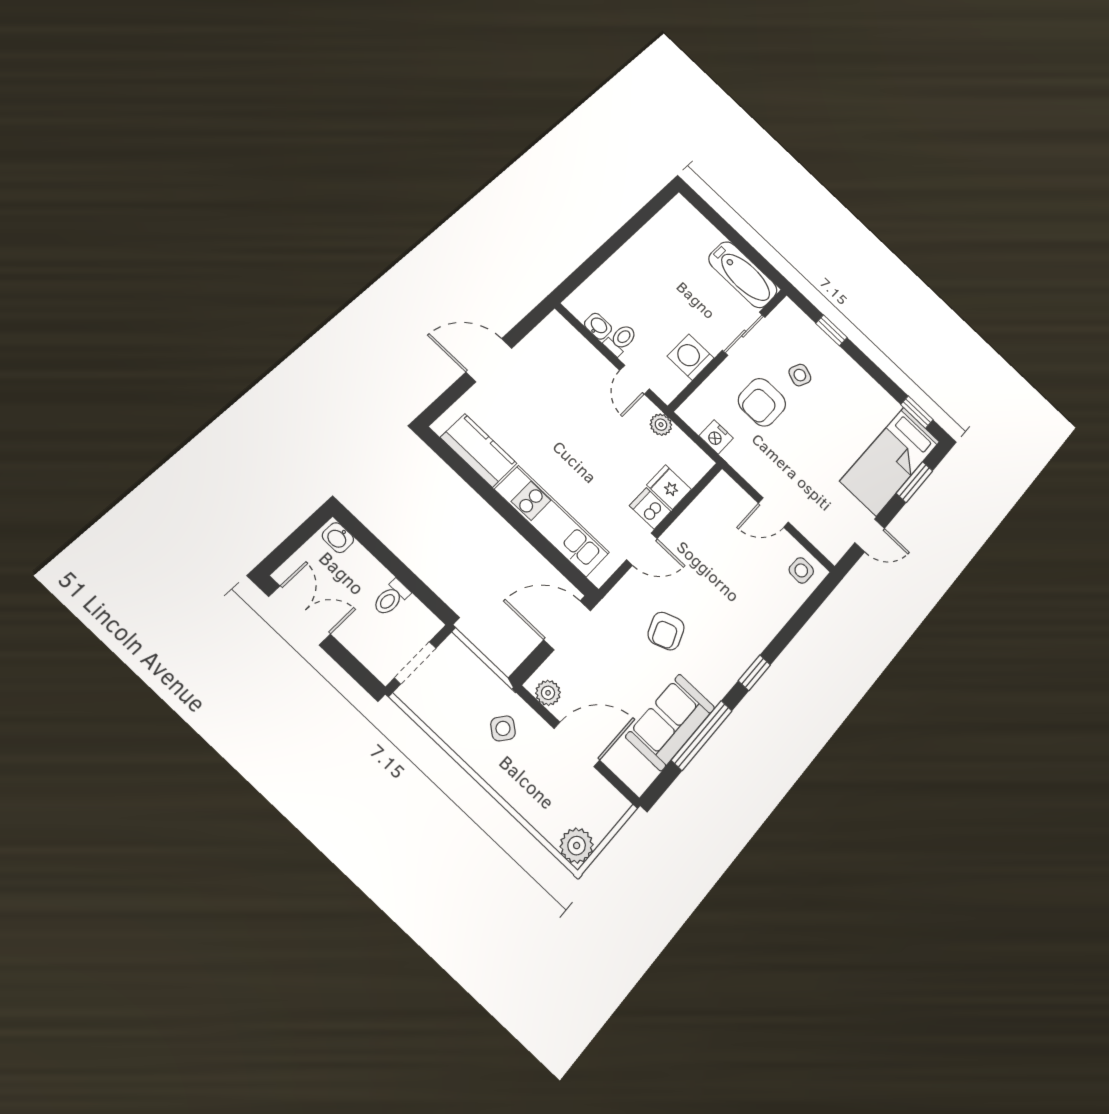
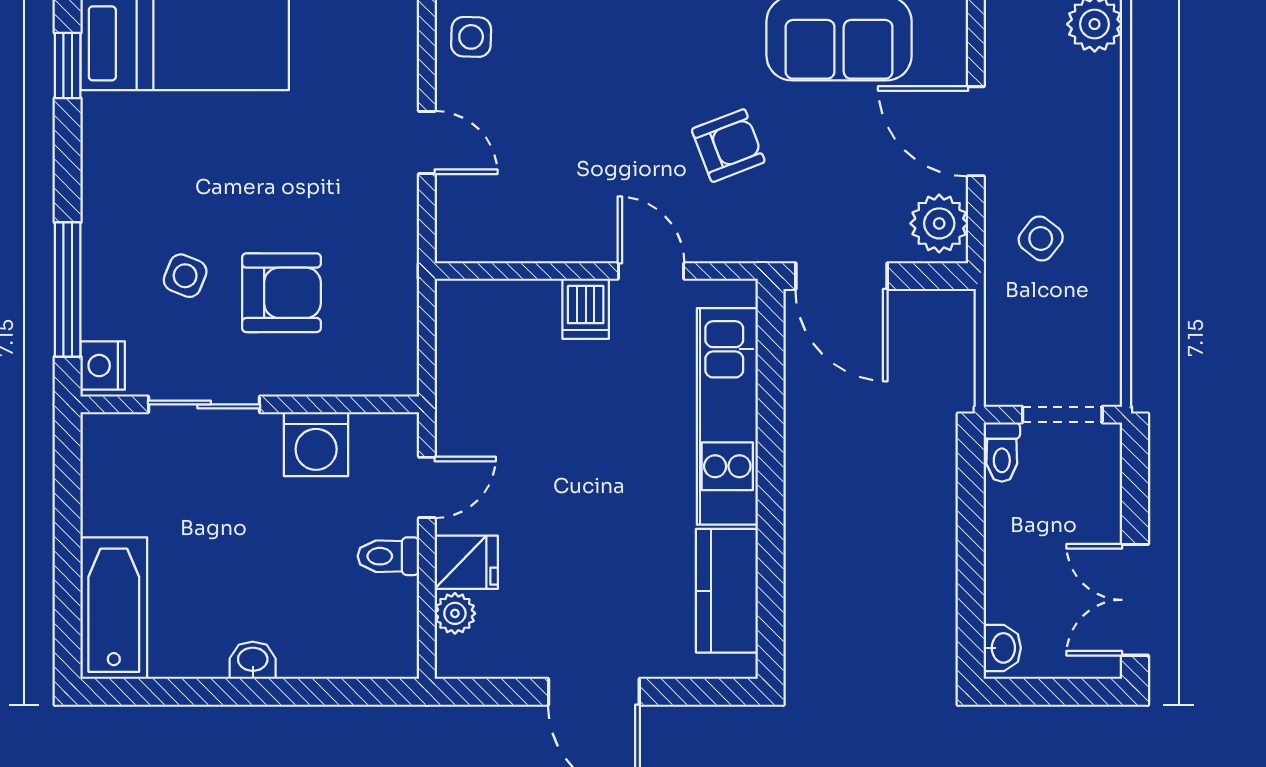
bathtub: (743, 275) -> (114, 608), moved
washbasin: (598, 326) -> (253, 660), moved, turned 90
window: (831, 330) -> (68, 290), width x2.17
plant: (661, 425) -> (455, 613), moved
nightstand: (716, 437) -> (103, 366), moved, turned 180
fridge: (669, 487) -> (466, 562), moved, turned -90
toilet: (391, 598) -> (1002, 452), moved, turned 90
plant: (548, 693) -> (939, 223), width x1.38, depth x1.38

